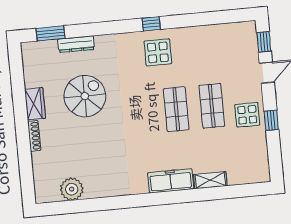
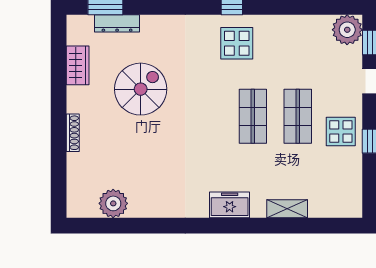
plant: (245, 33) -> (347, 30), added
dresser: (76, 44) -> (117, 23), moved
wardrobe: (35, 104) -> (78, 65), moved
freezer: (171, 181) -> (230, 205), width x0.71

